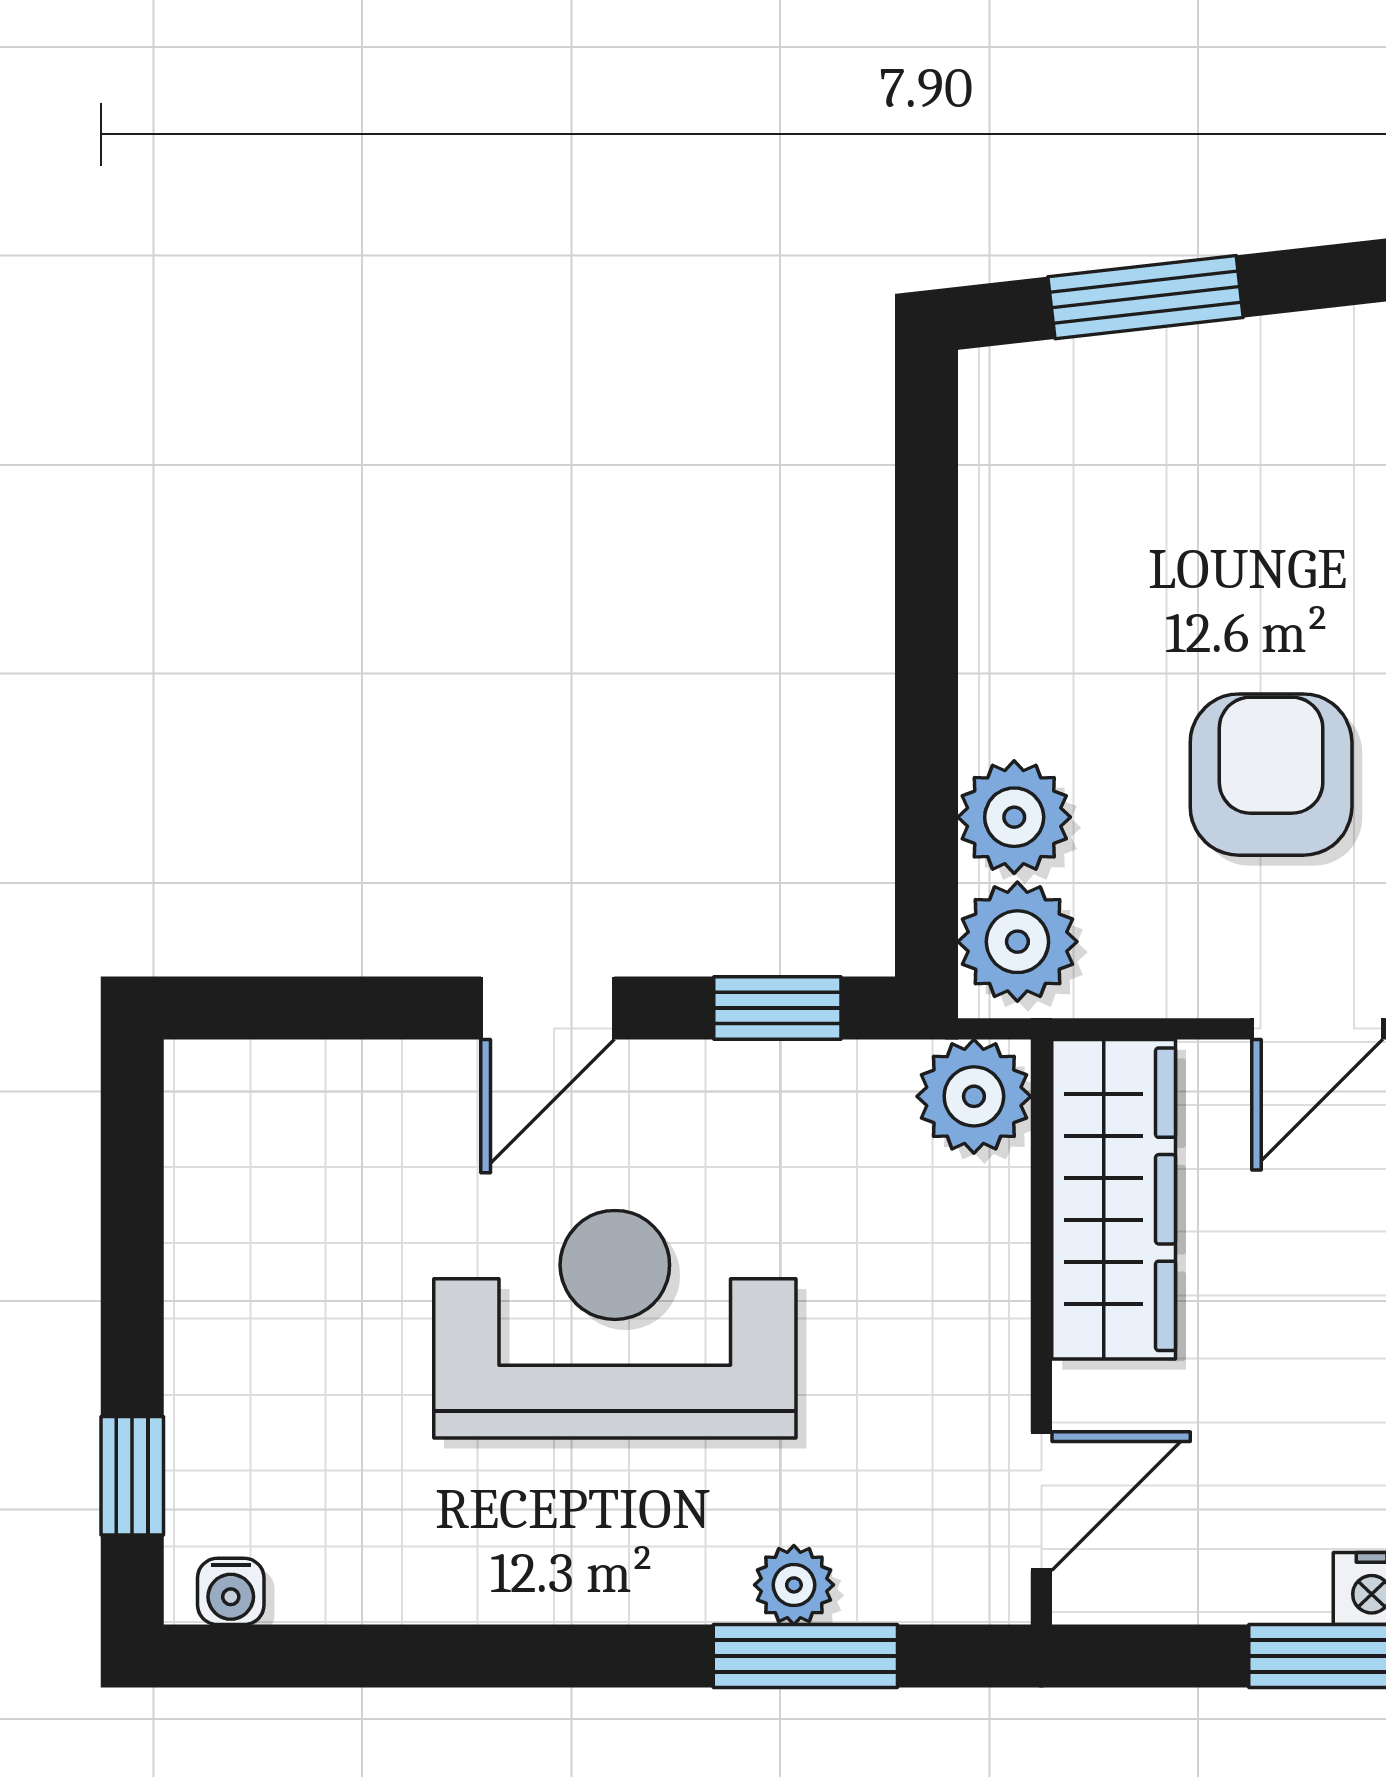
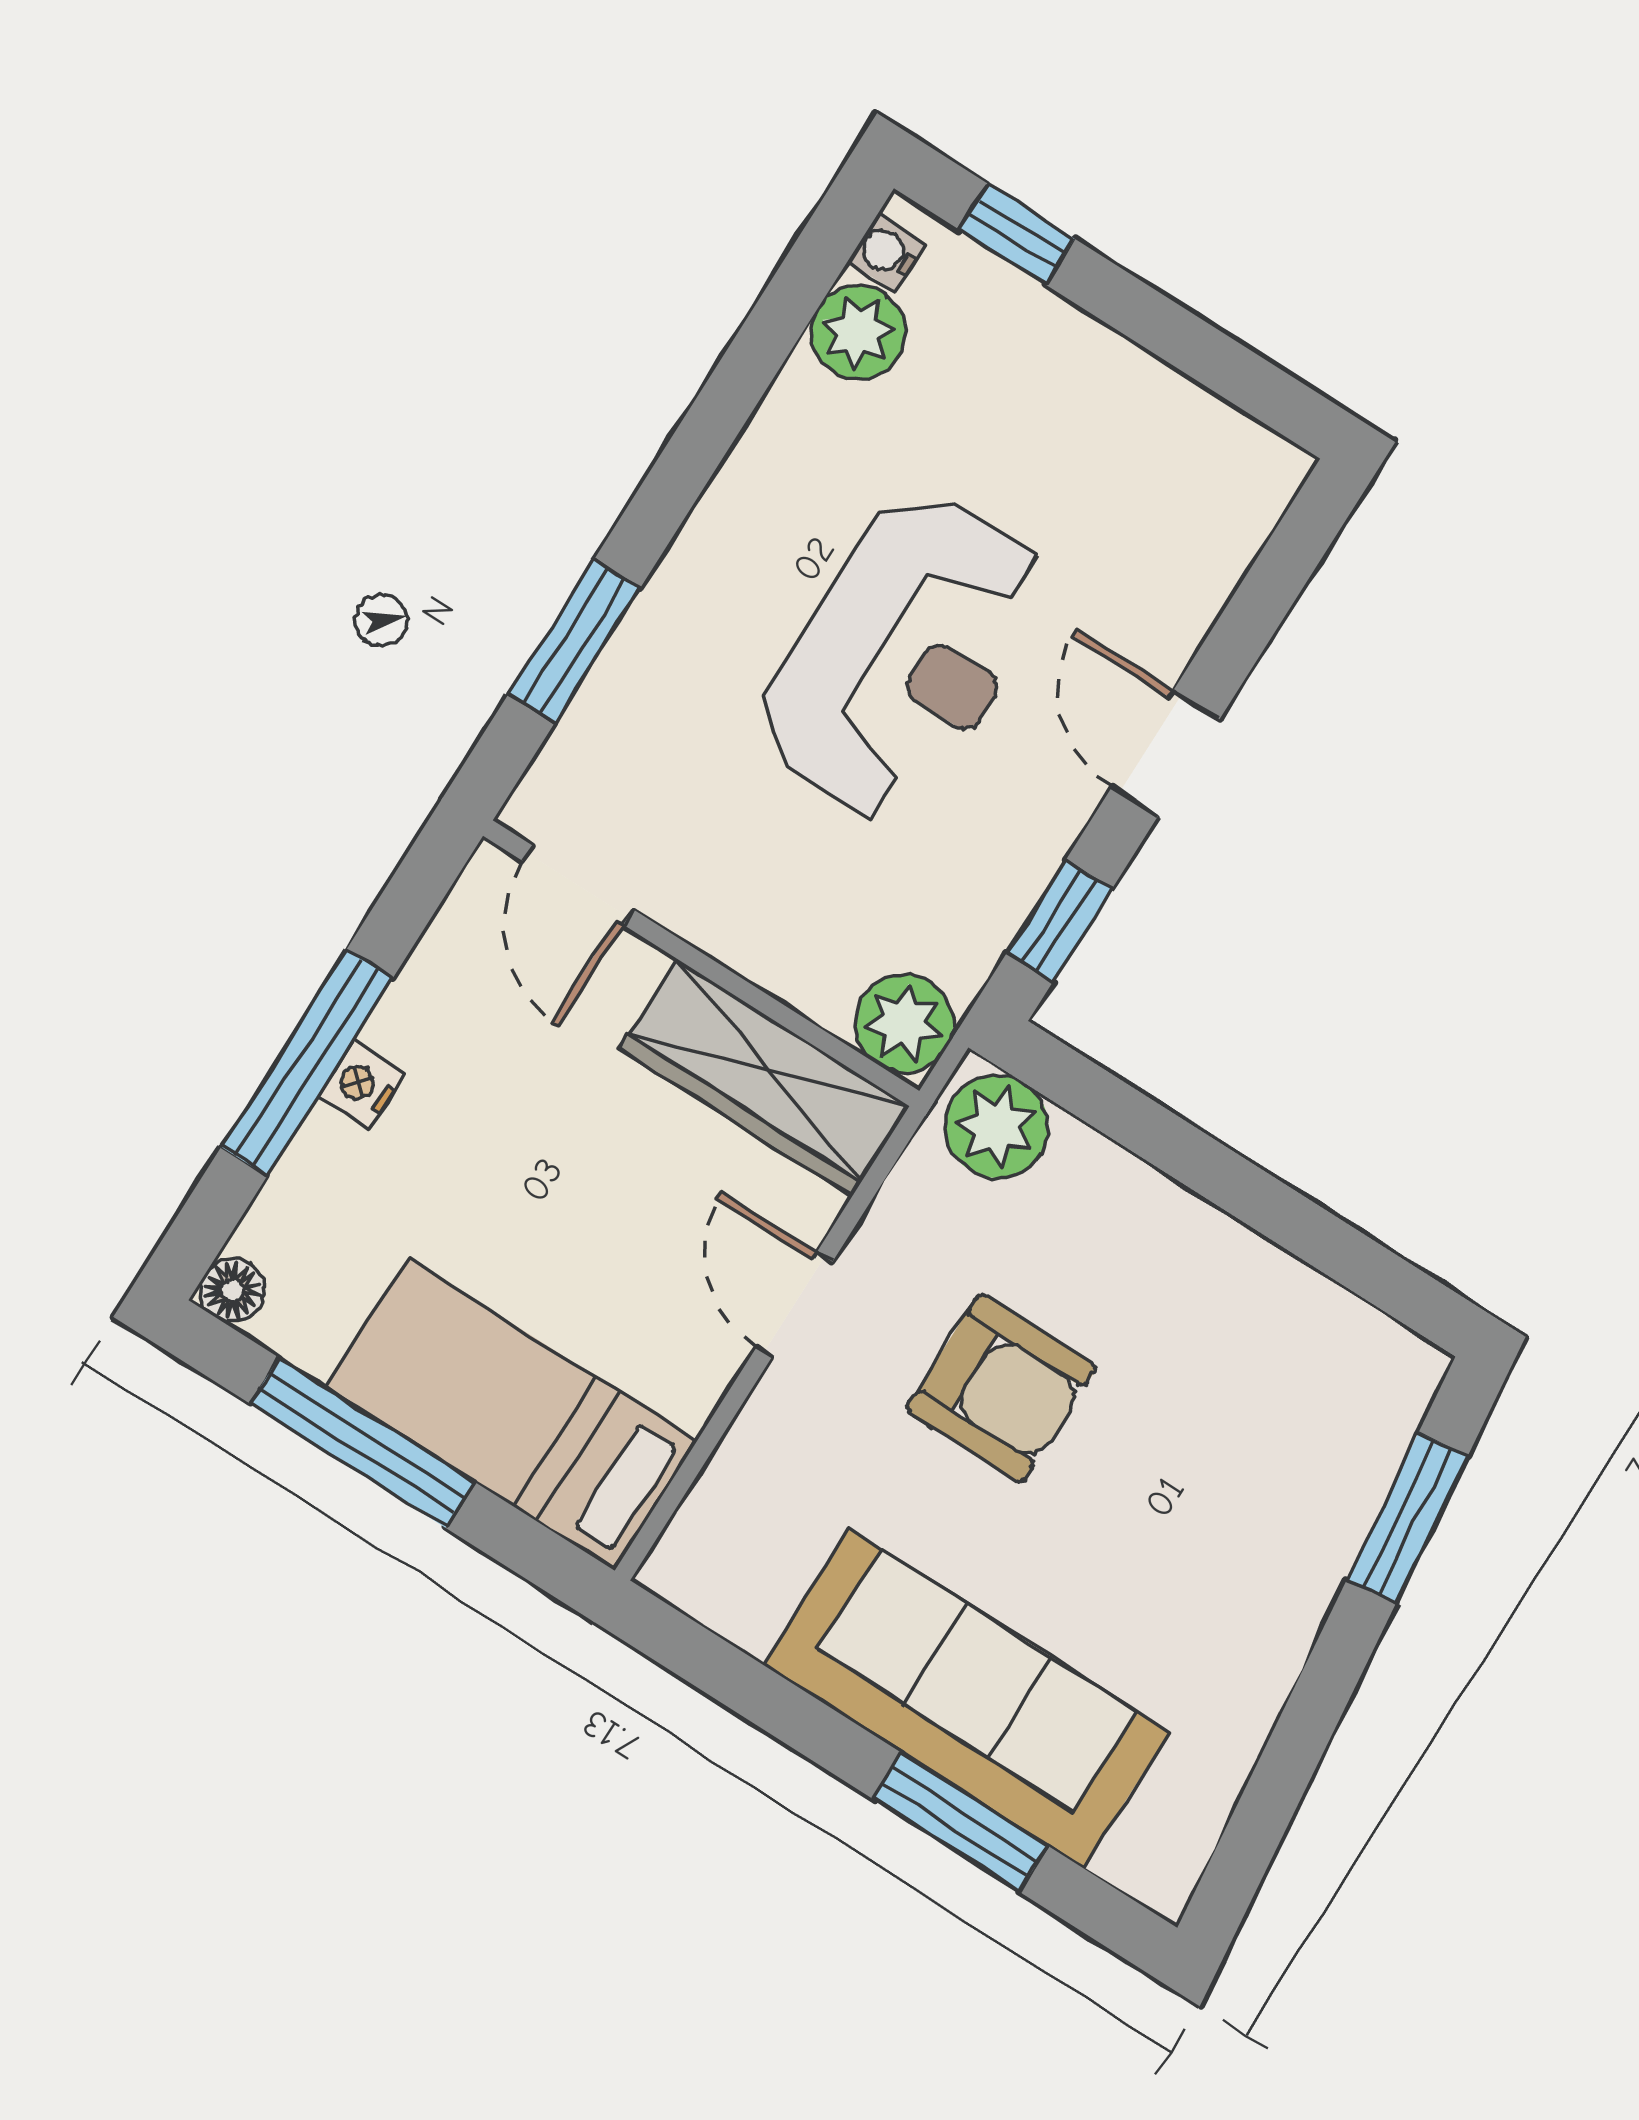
plant: (1014, 817) -> (1089, 1182), removed
plant: (794, 1585) -> (858, 332), moved, width x1.38, depth x1.38

